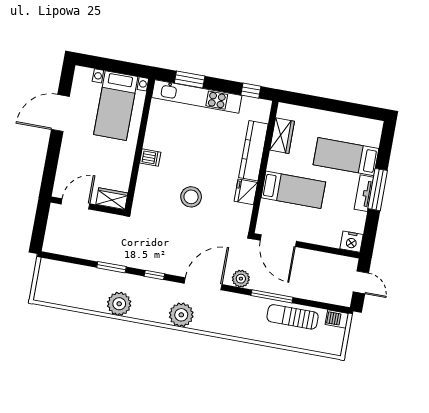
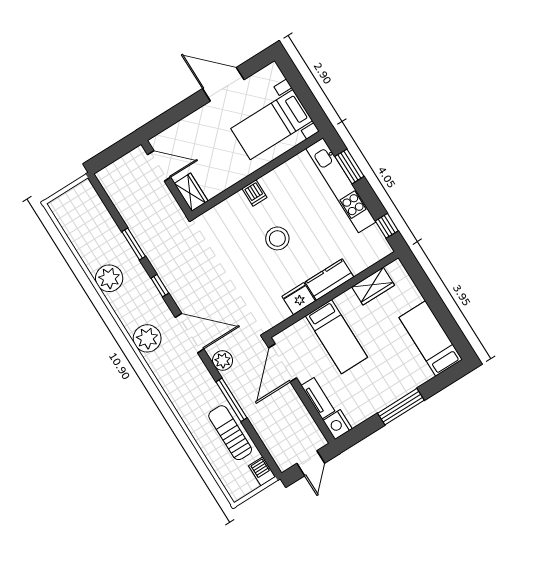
kitchen counter: (253, 151) -> (329, 280), width x0.67
bed: (346, 157) -> (431, 339), moved
tv unit: (364, 193) -> (318, 398), moved, turned 90
stool: (191, 197) -> (277, 238), moved

